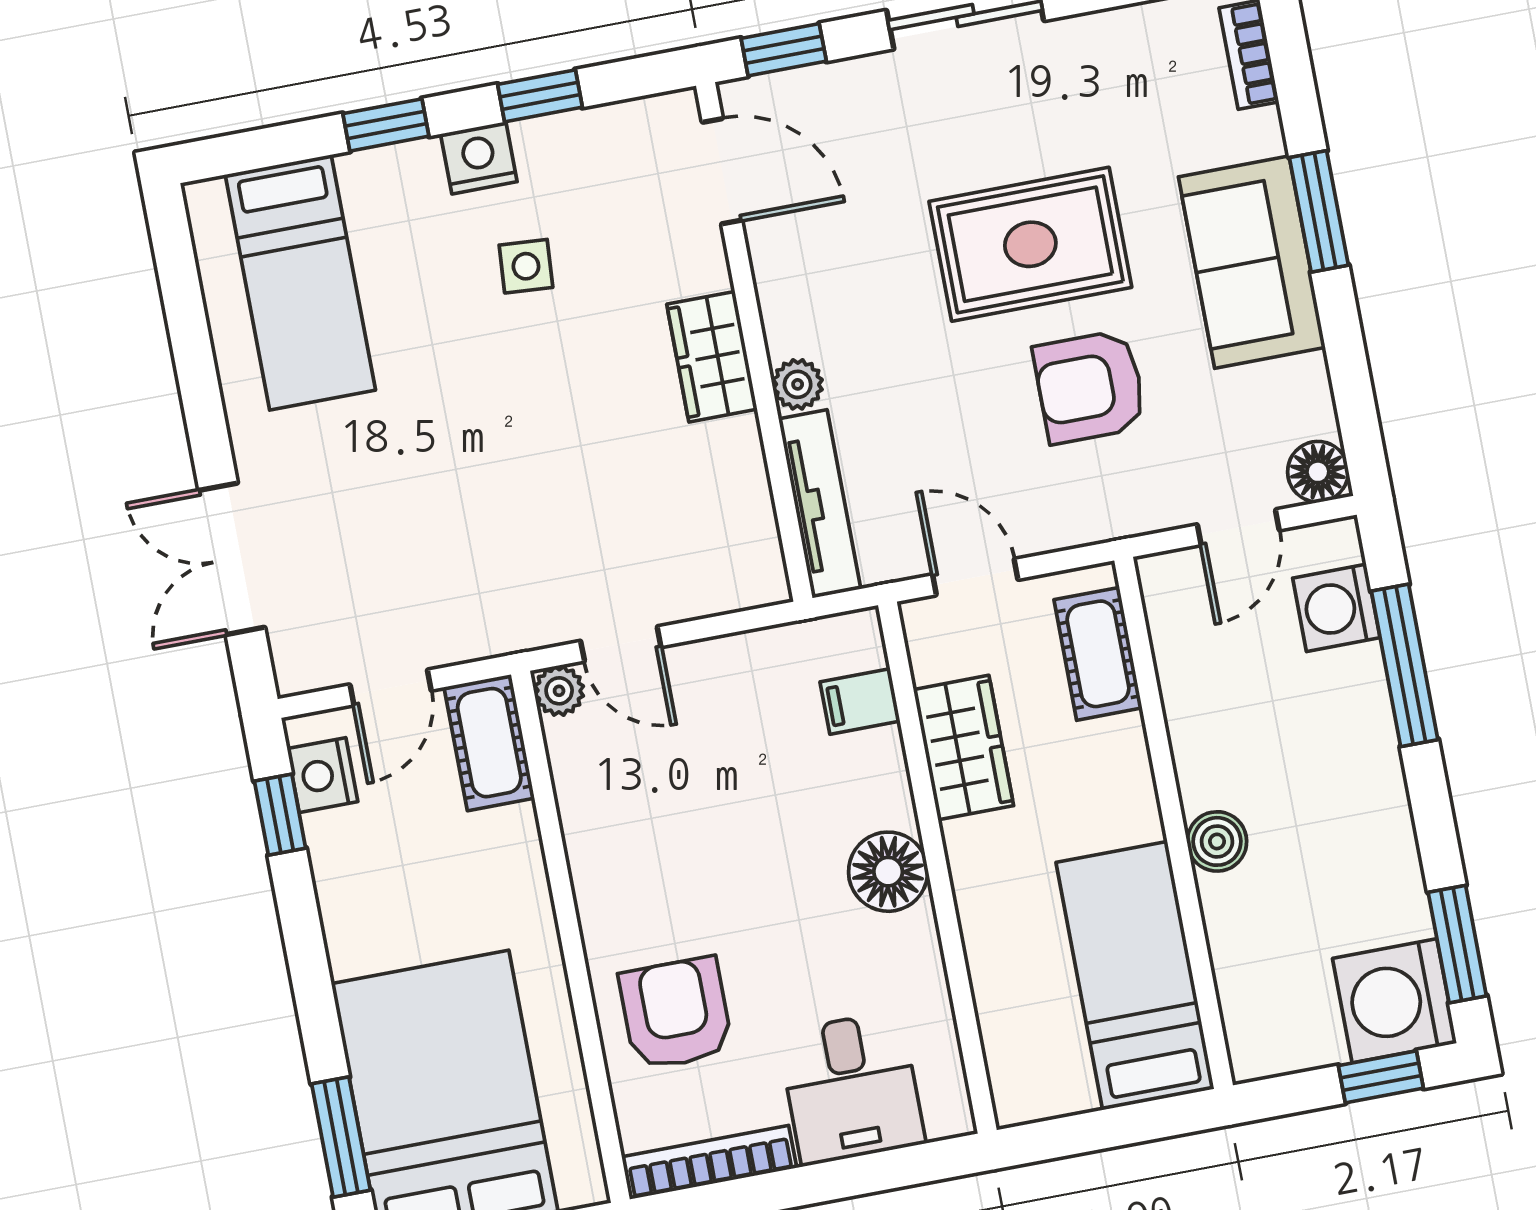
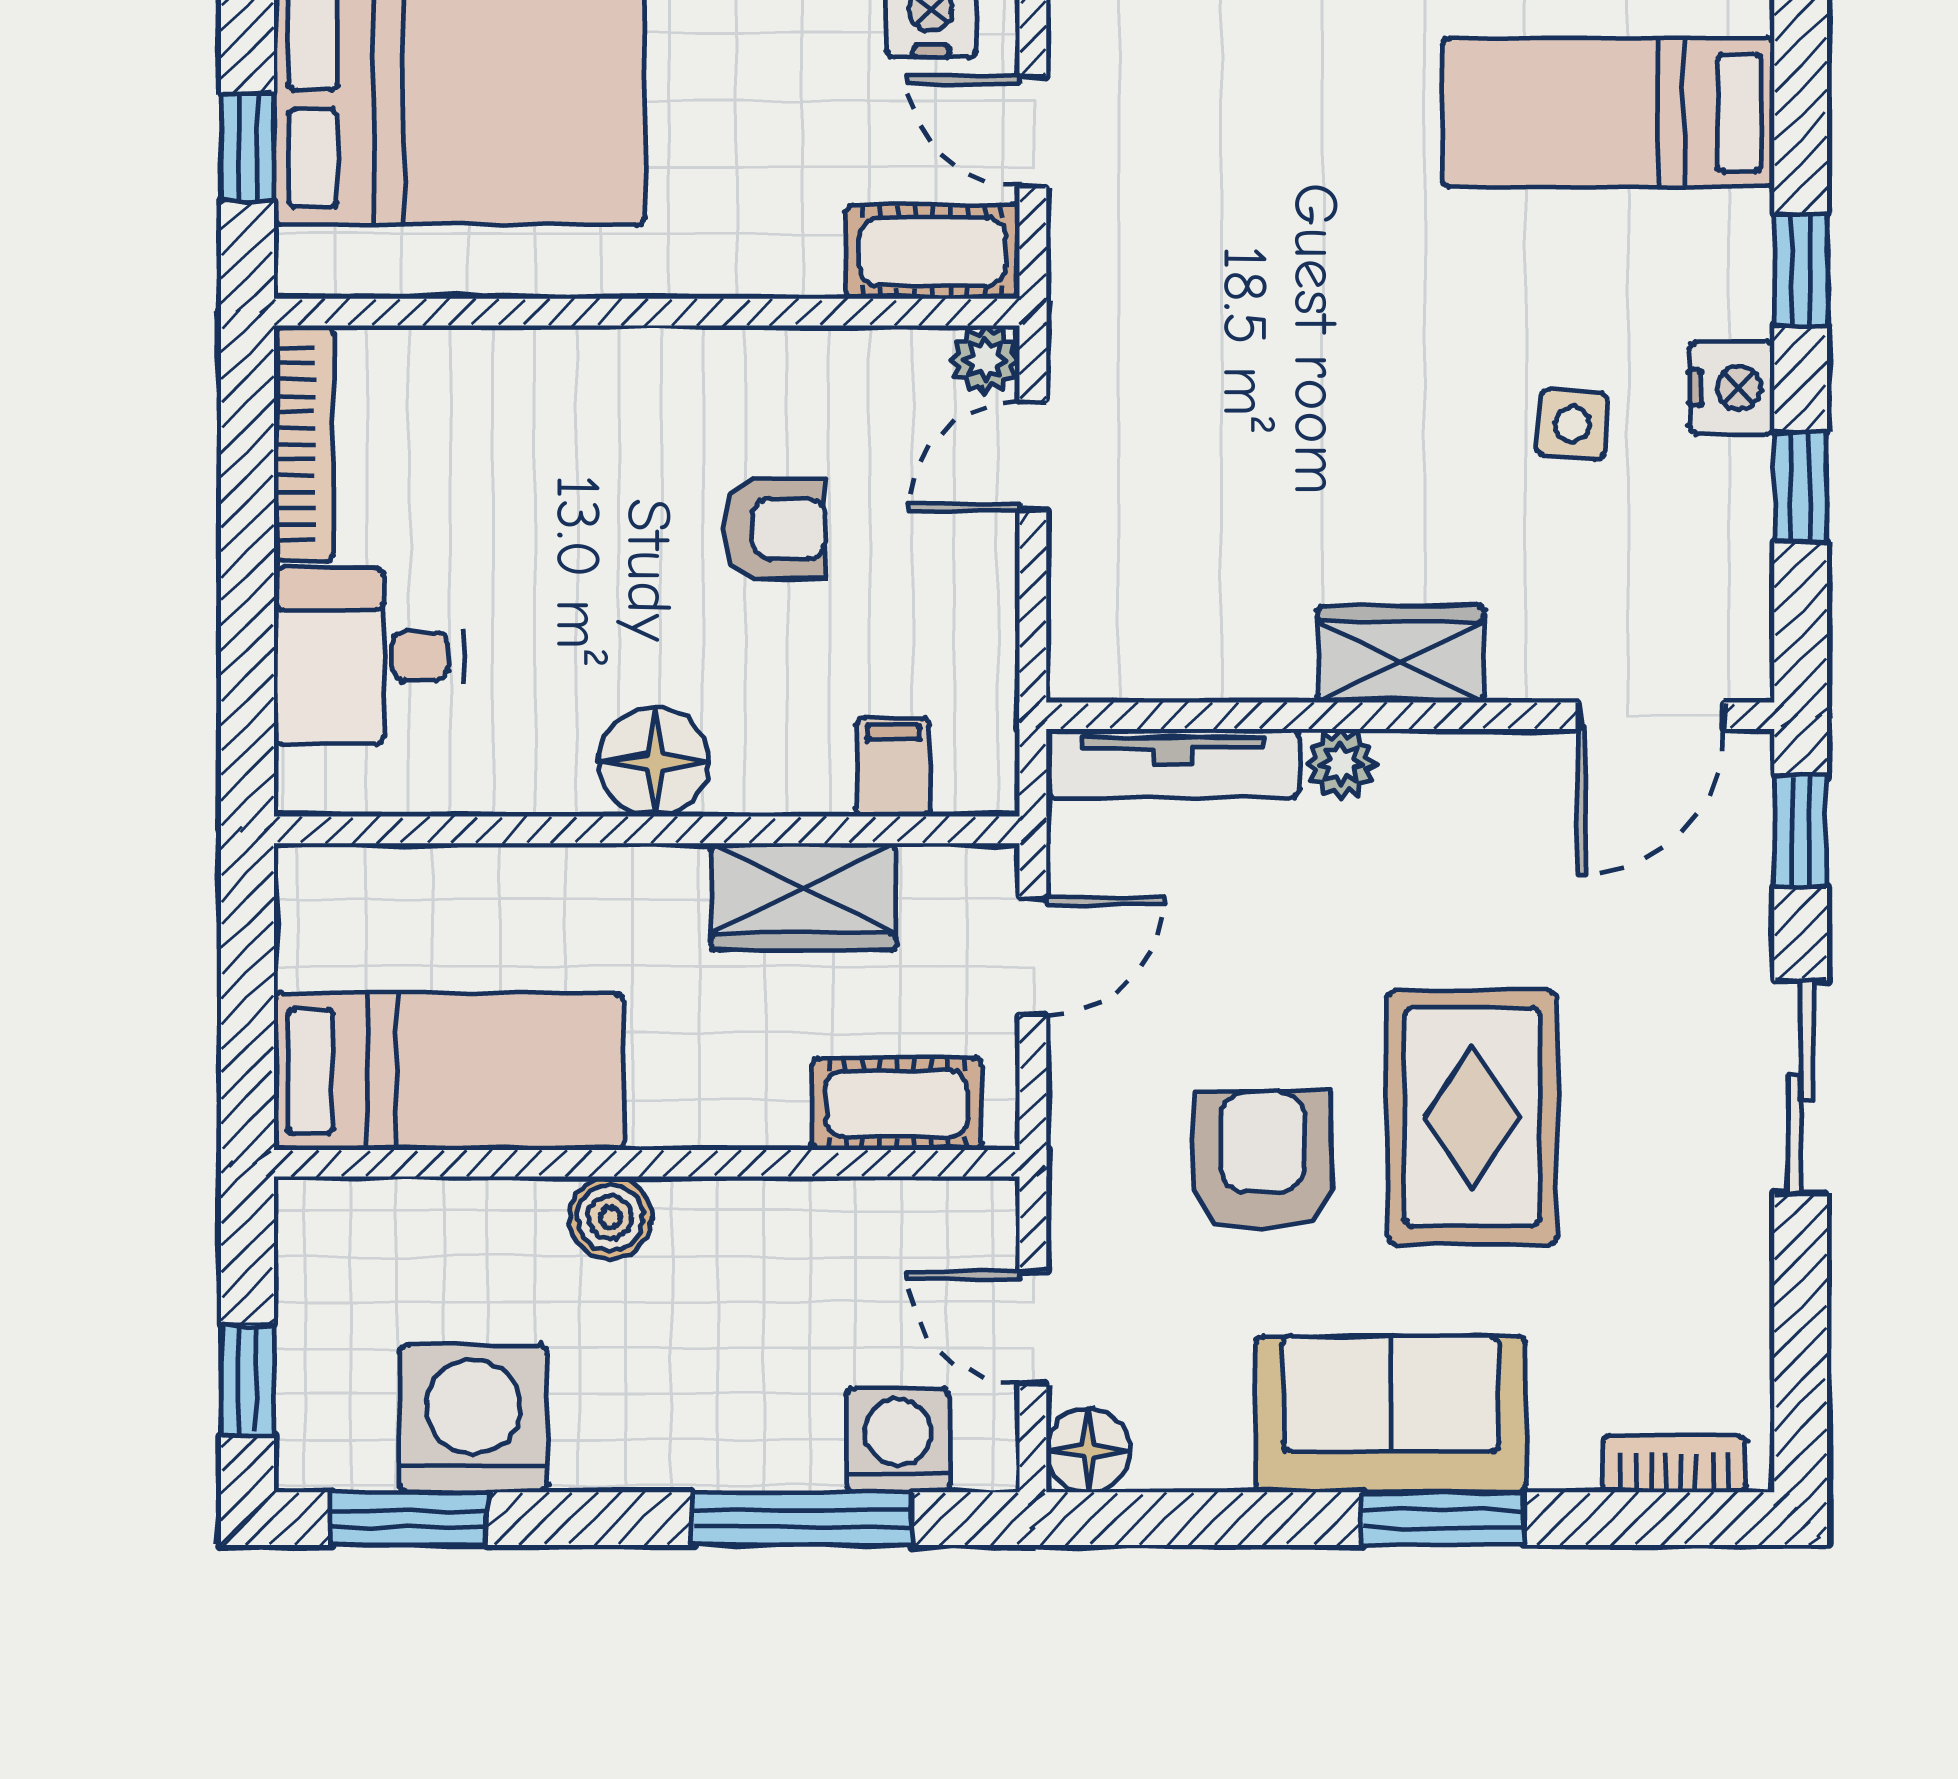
washing machine: (1395, 1001) -> (474, 1419), moved
armchair: (676, 1013) -> (775, 529), moved, width x0.72, depth x0.72

